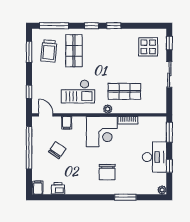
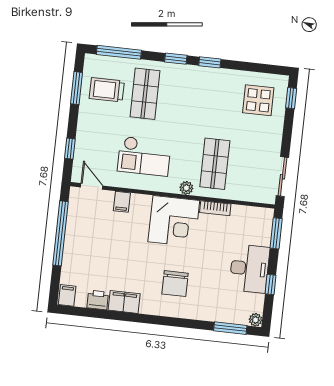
trolley: (49, 51) -> (107, 90), turned 85
sliding door: (169, 74) -> (282, 177), moved
shop shelf: (124, 91) -> (215, 164), turned 90
chair: (57, 150) -> (103, 242), removed
filing cabinet: (75, 188) -> (124, 302), added
window: (125, 197) -> (230, 328), moved

